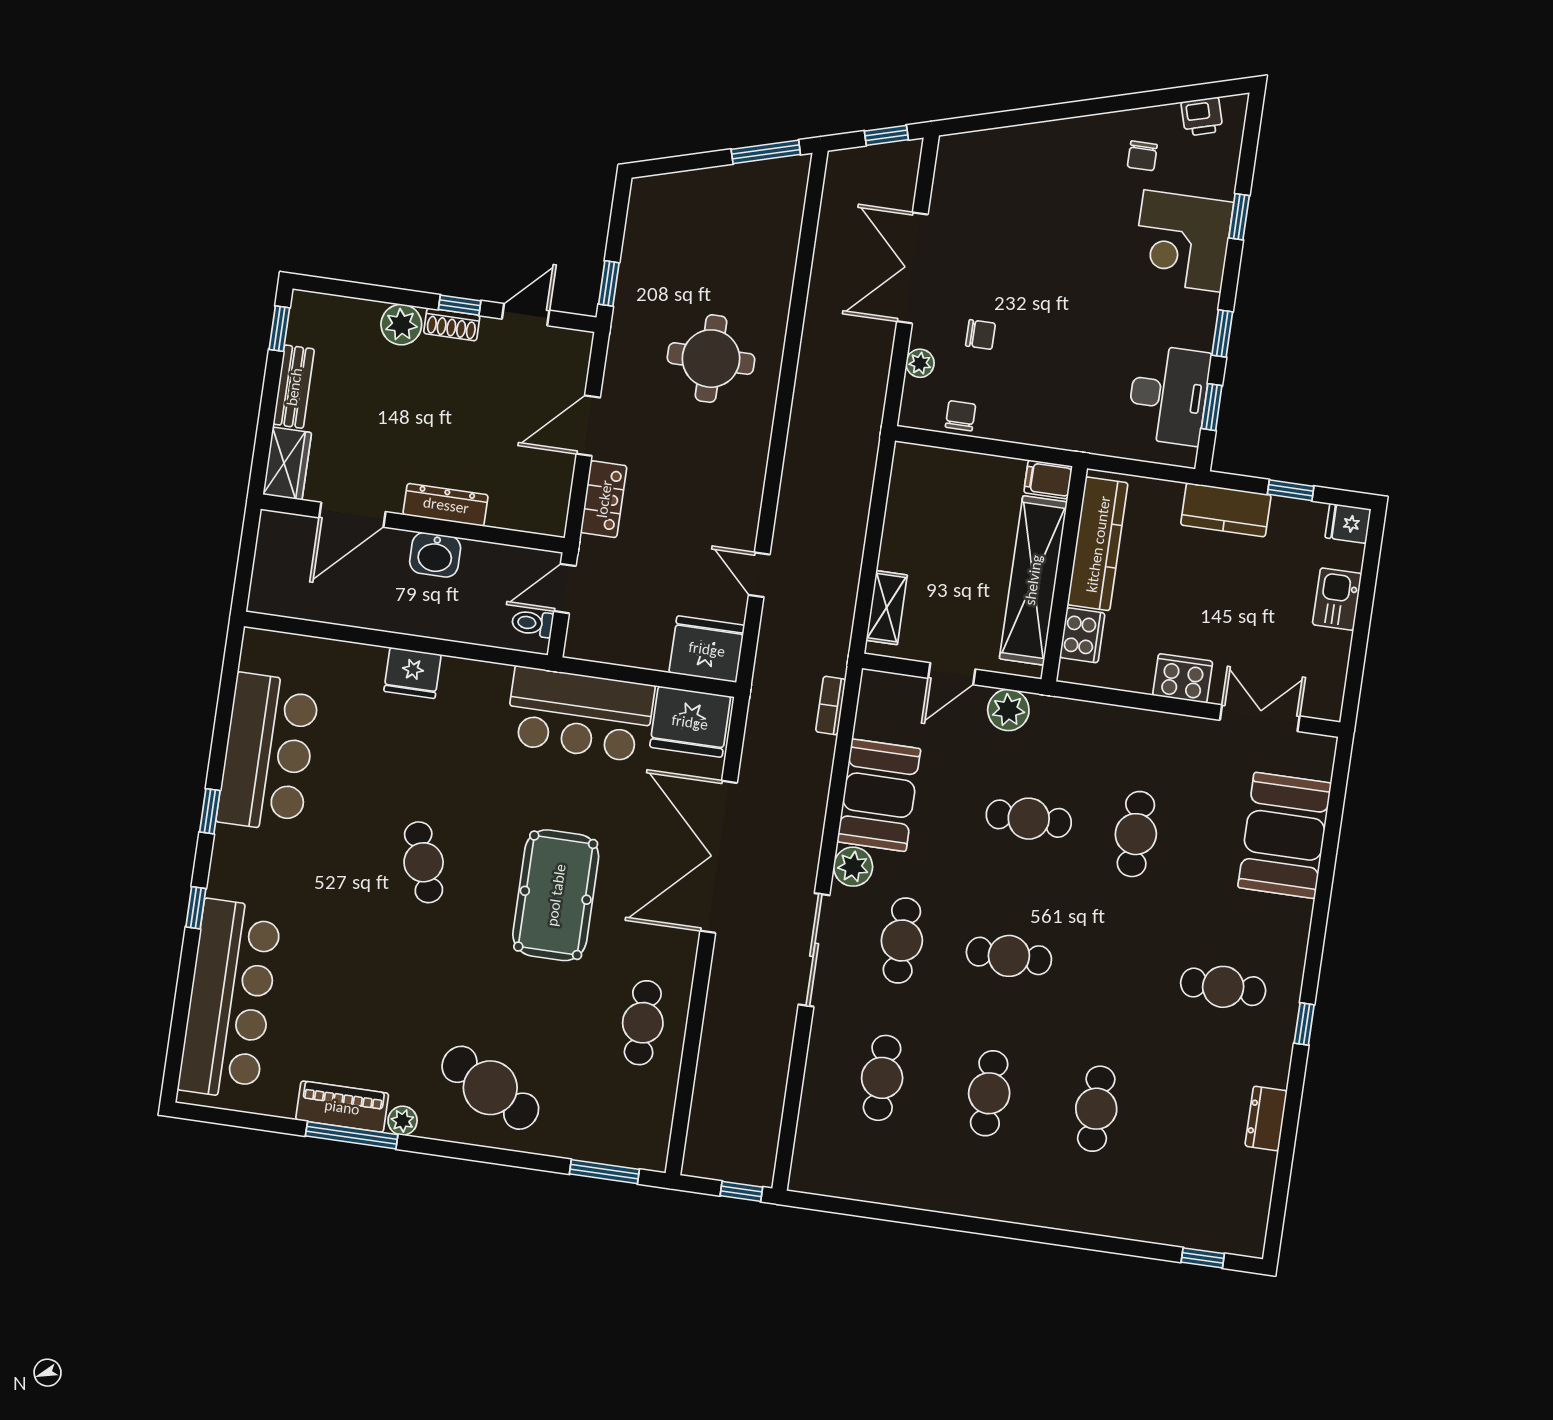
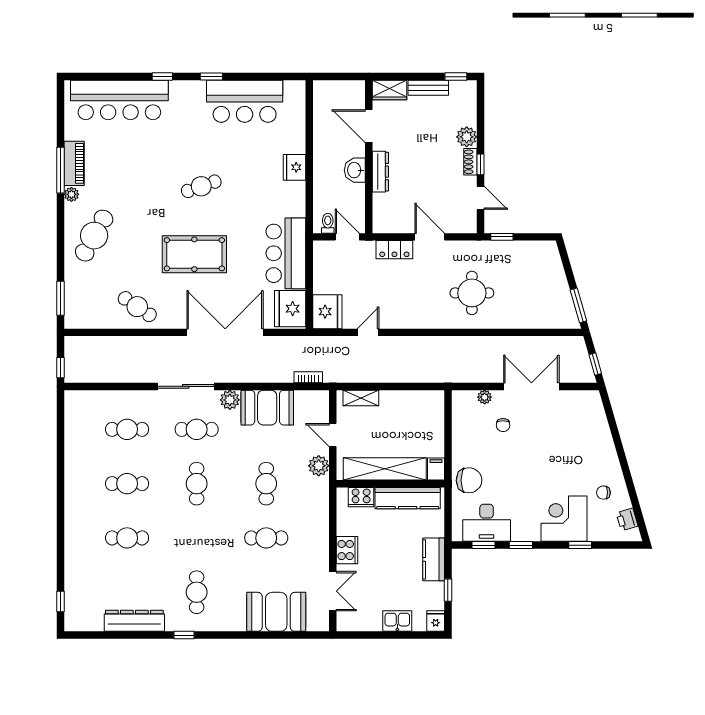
chair: (961, 416) -> (469, 480), moved, width x1.87, depth x1.87
cafe table: (643, 1023) -> (137, 307), turned 34
dresser: (1266, 1118) -> (134, 621), width x1.96, depth x1.24

